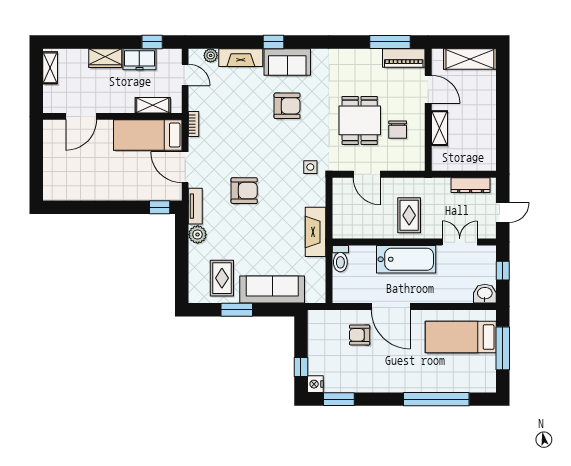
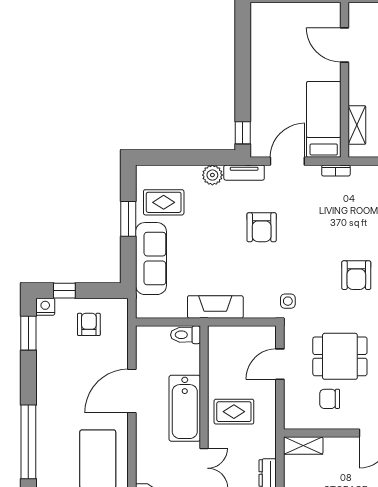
shelving: (439, 128) -> (303, 446), moved
armchair: (360, 335) -> (89, 324), moved

